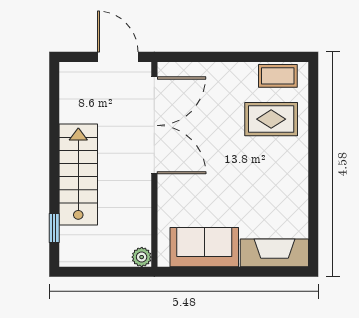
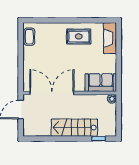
rug: (271, 119) -> (79, 36), moved, turned 90
sofa: (204, 247) -> (101, 83), moved, turned 90

